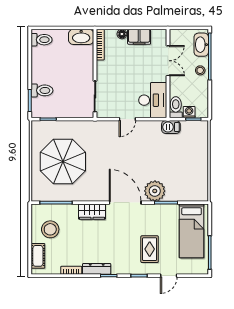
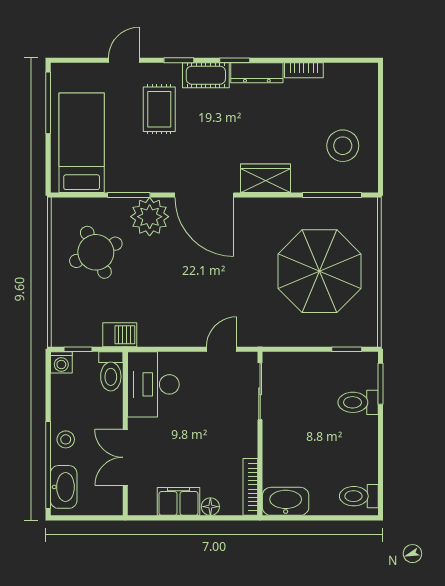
washing machine: (189, 112) -> (61, 362), moved
door: (127, 119) -> (222, 349), moved
round table: (184, 172) -> (96, 252), added
cot: (38, 256) -> (206, 75), moved, turned 90

